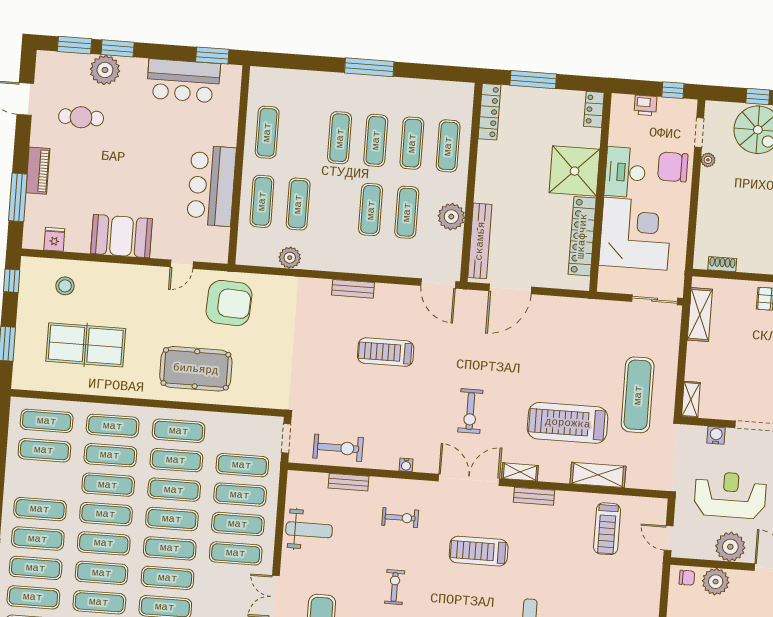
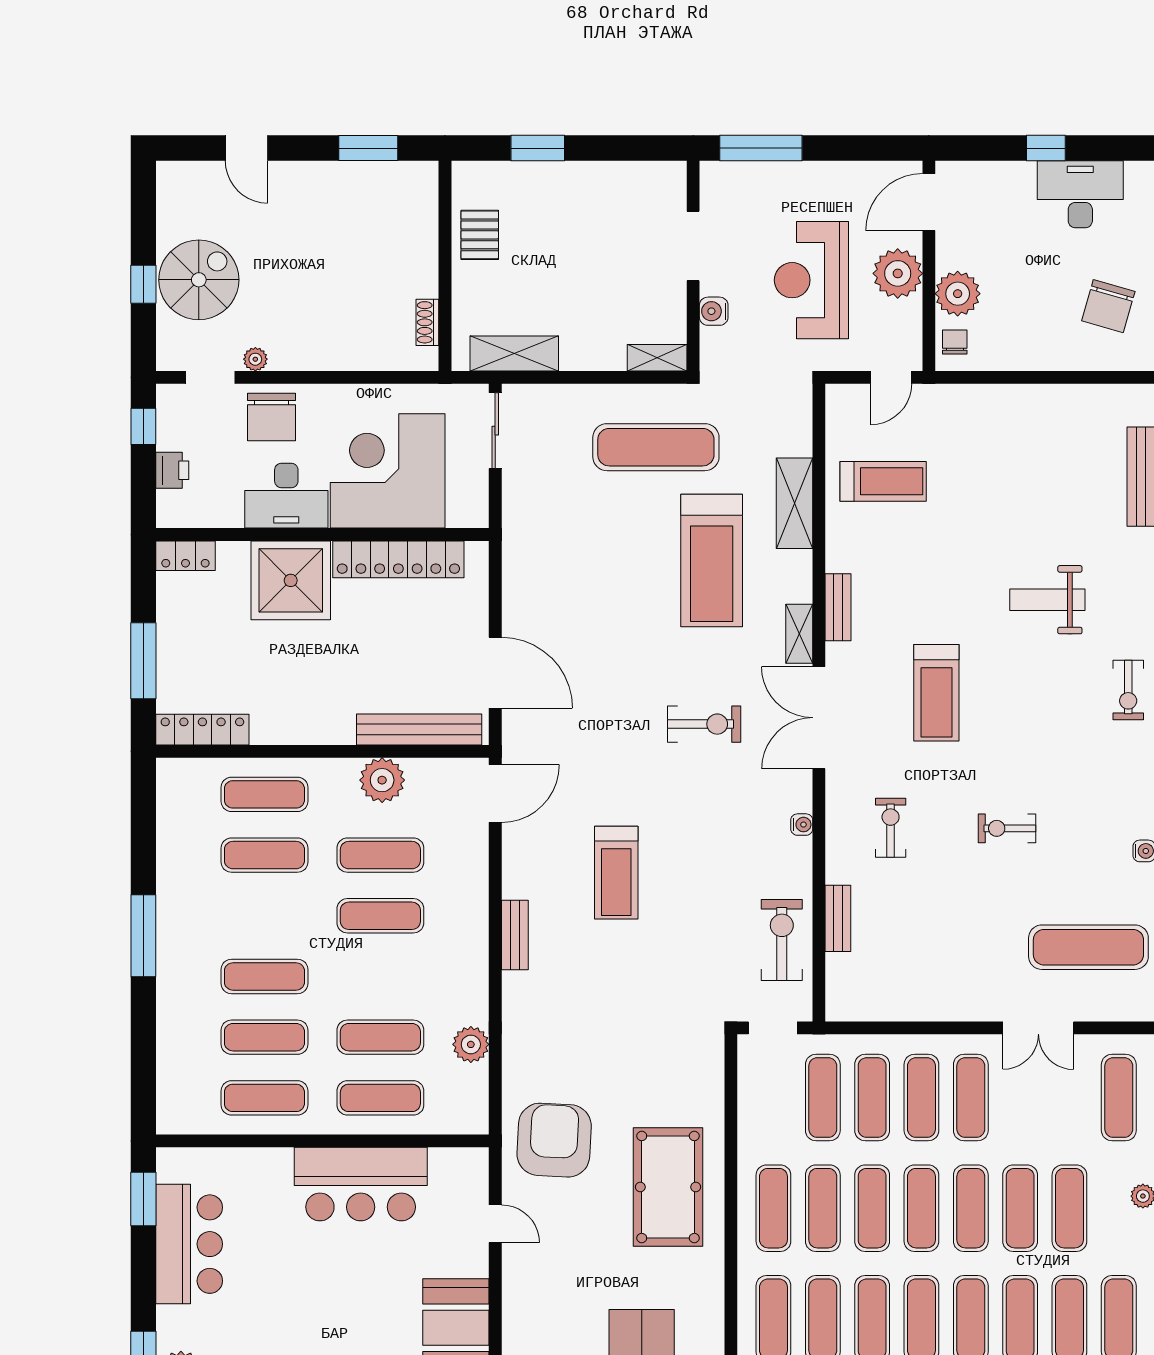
exercise mat: (376, 140) -> (264, 1037), moved
weight bench: (309, 530) -> (922, 978), removed

